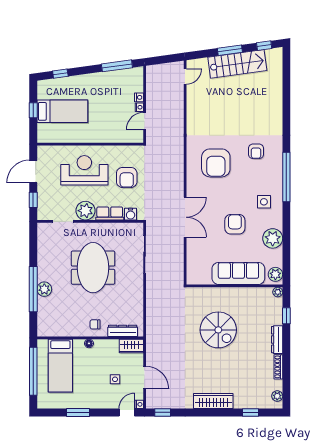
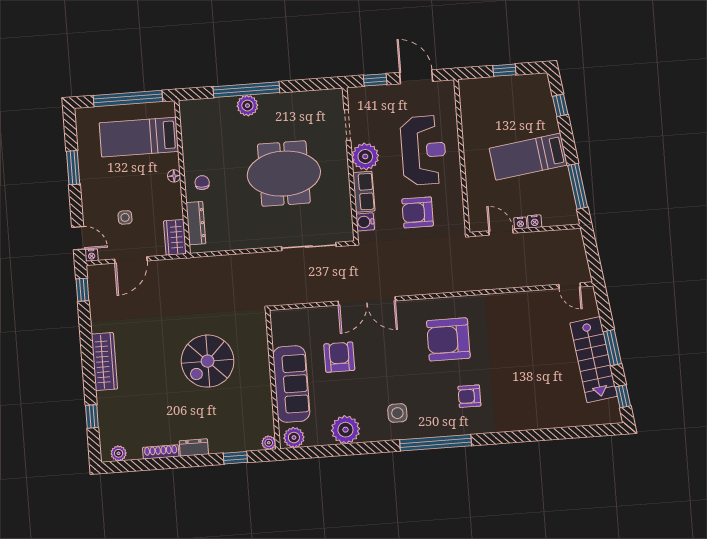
bed: (62, 111) -> (528, 157), moved, turned 82
armchair: (235, 224) -> (339, 357), moved, turned -90
dresser: (277, 340) -> (194, 447), width x0.70

